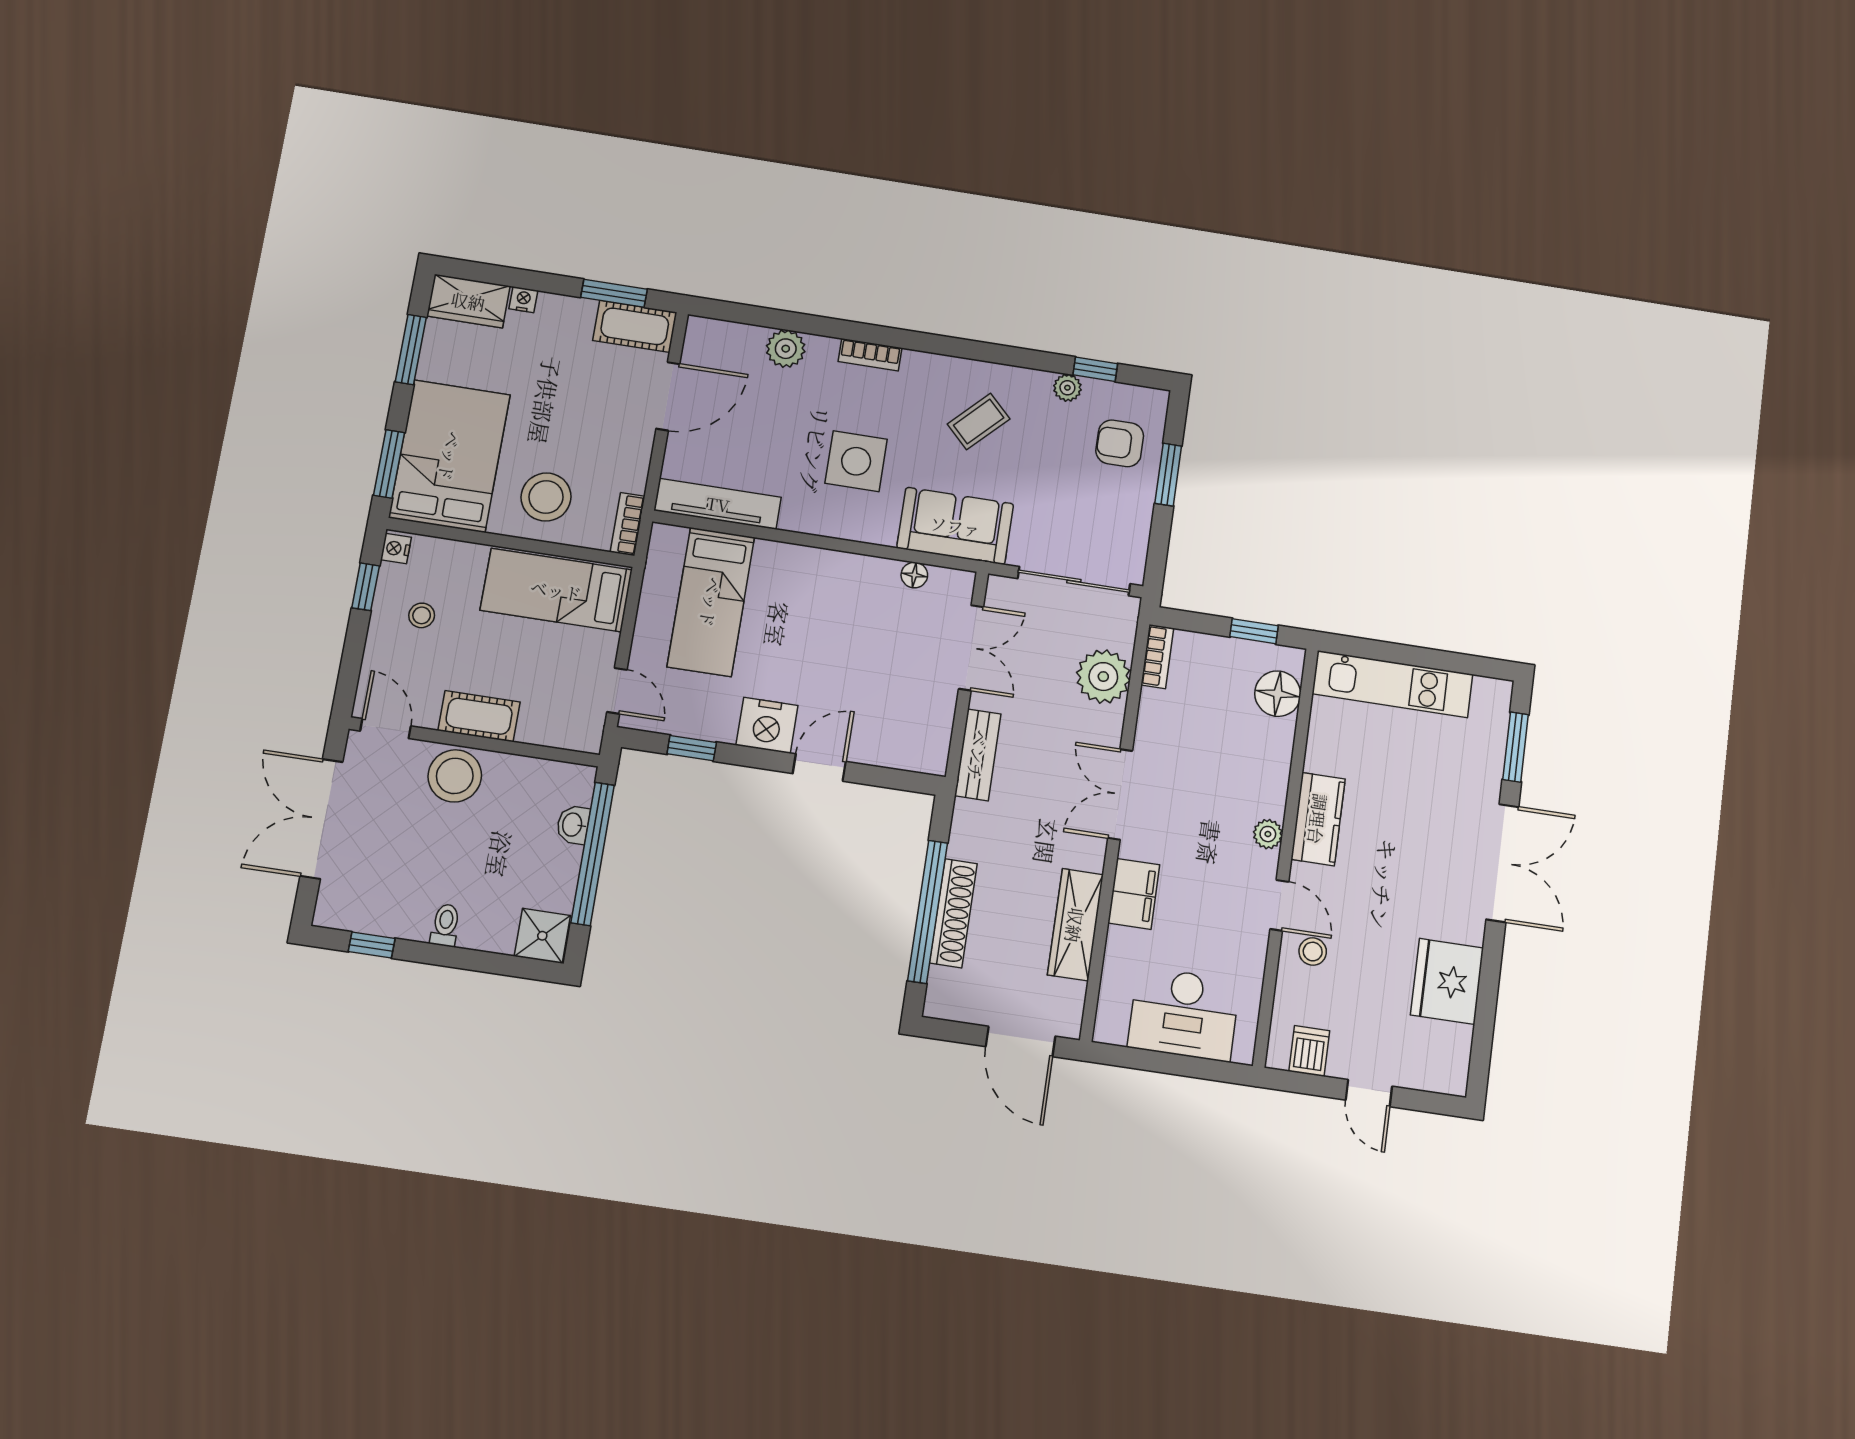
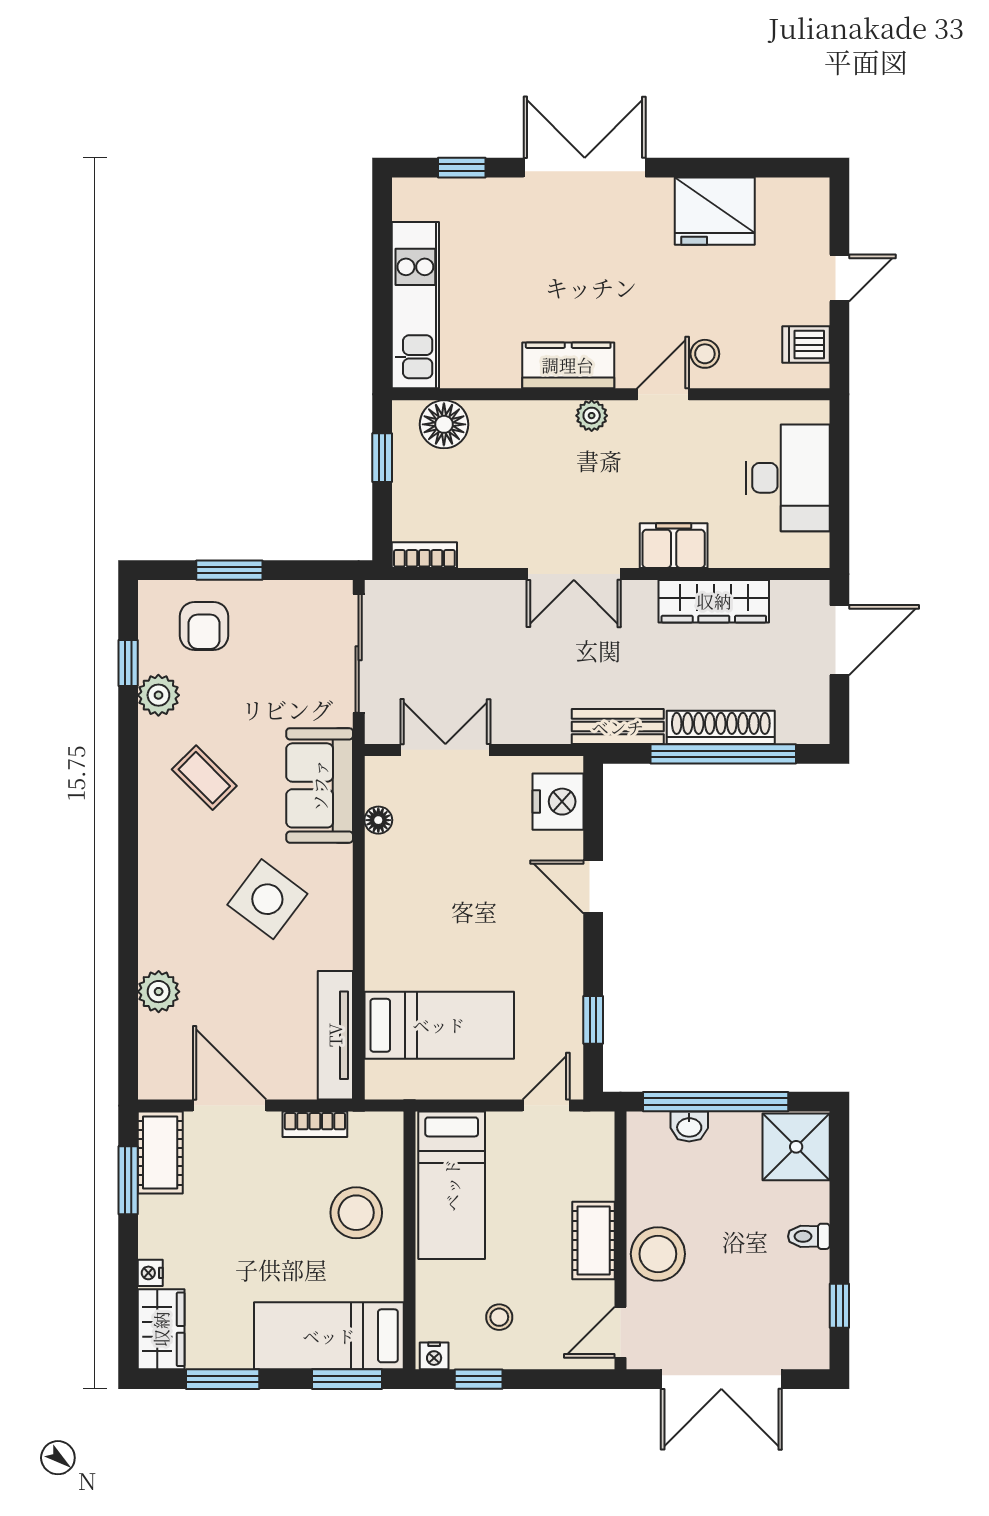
bookcase: (870, 355) -> (151, 902), removed
plant: (1067, 388) -> (158, 695), width x1.38, depth x1.38
bed: (450, 456) -> (329, 1336), width x0.67
side table: (856, 461) -> (267, 899), turned 37
bookcase: (628, 524) -> (315, 1124), moved
plant: (1103, 677) -> (454, 608), removed
nightstand: (767, 725) -> (558, 802), moved
window: (1516, 747) -> (462, 168), width x0.67
bench: (978, 755) -> (618, 727), moved
shower: (542, 936) -> (796, 1147), width x1.36, depth x1.36

